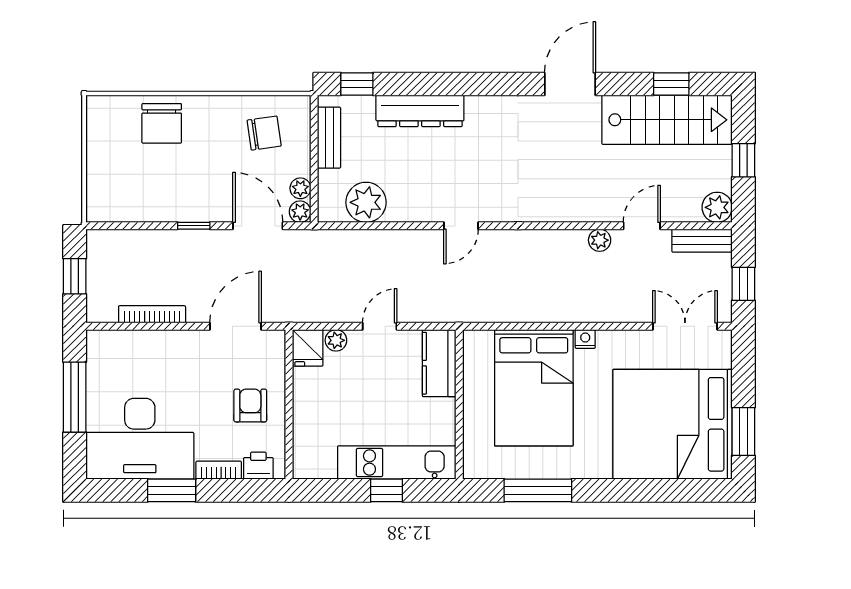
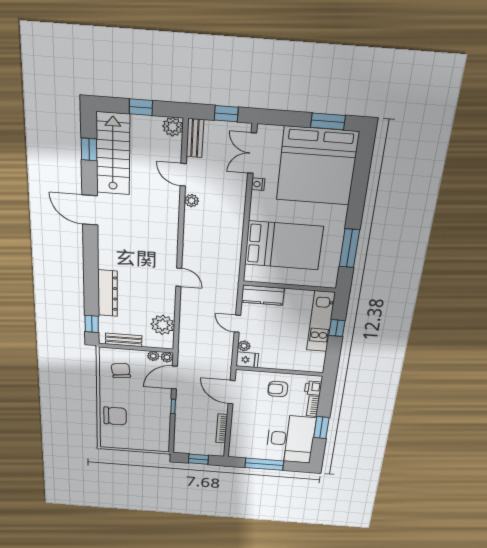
nightstand: (585, 339) -> (258, 184), moved

